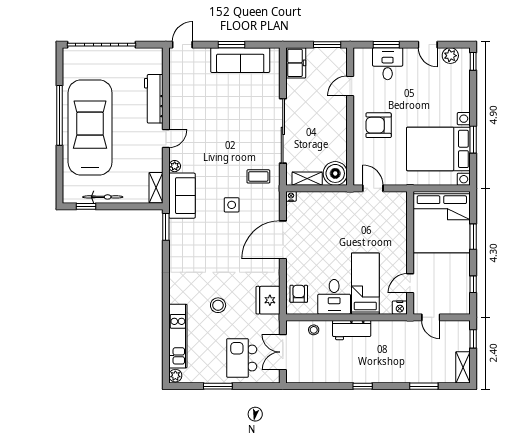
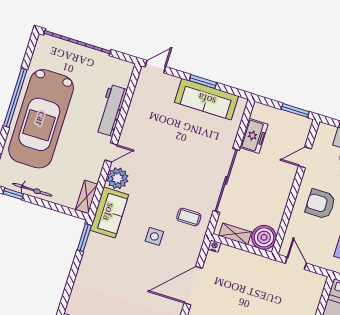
freezer: (296, 63) -> (254, 136), moved
car: (90, 128) -> (41, 119), turned 180
plant: (175, 166) -> (117, 178), width x1.88, depth x1.88

